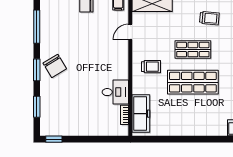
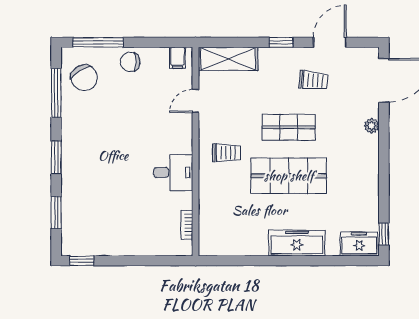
chair: (55, 66) -> (84, 78), moved
desk: (115, 92) -> (173, 172), moved
freezer: (141, 114) -> (297, 243), moved, turned -90

